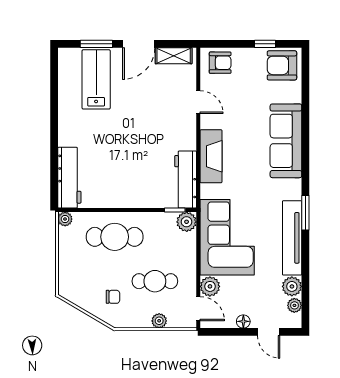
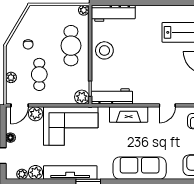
stool: (121, 190) -> (104, 50), added

